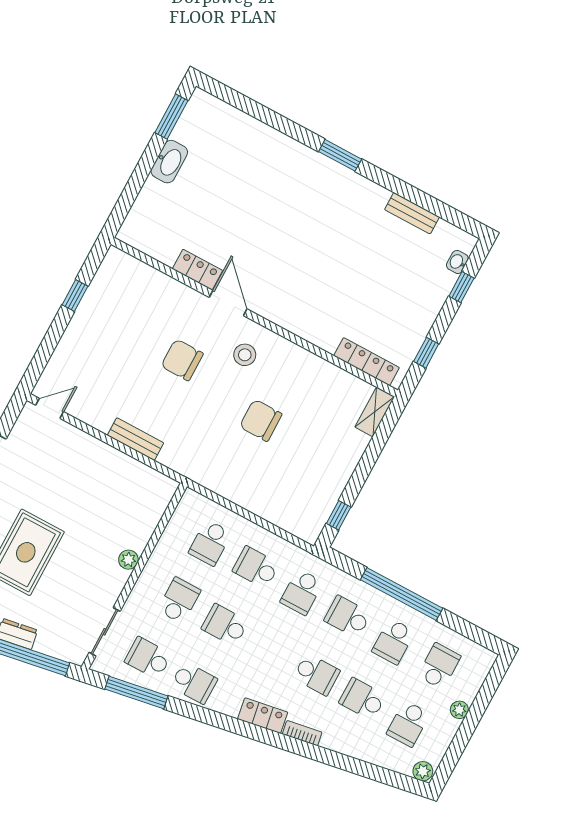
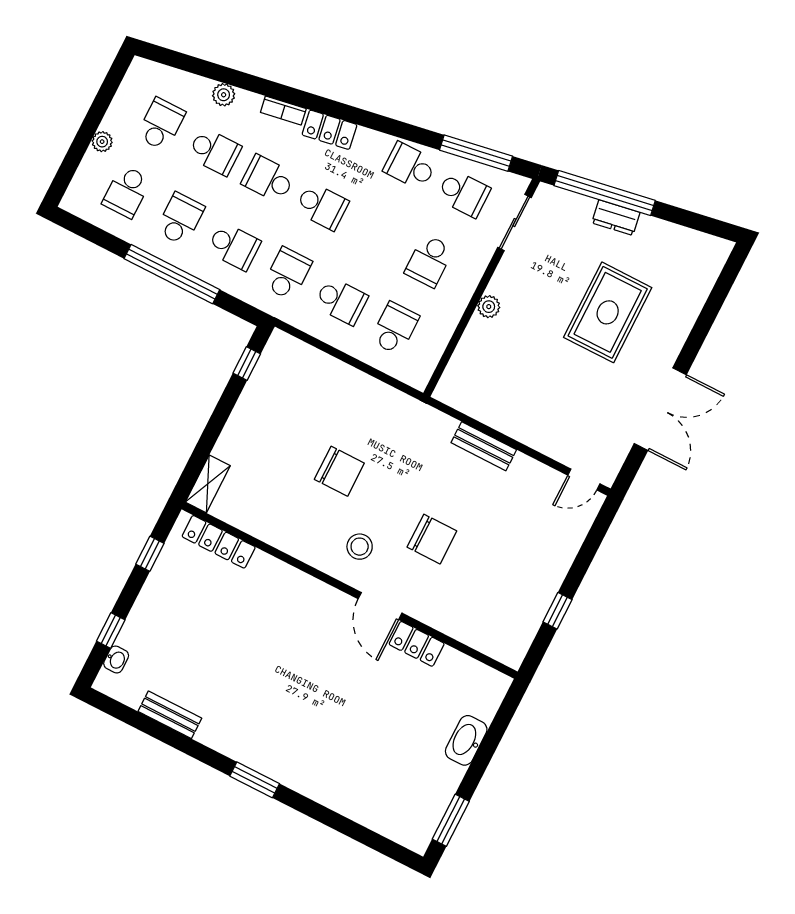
washbasin: (169, 162) -> (466, 740), moved
school desk: (225, 625) -> (322, 206), moved
plant: (423, 771) -> (224, 95), moved

